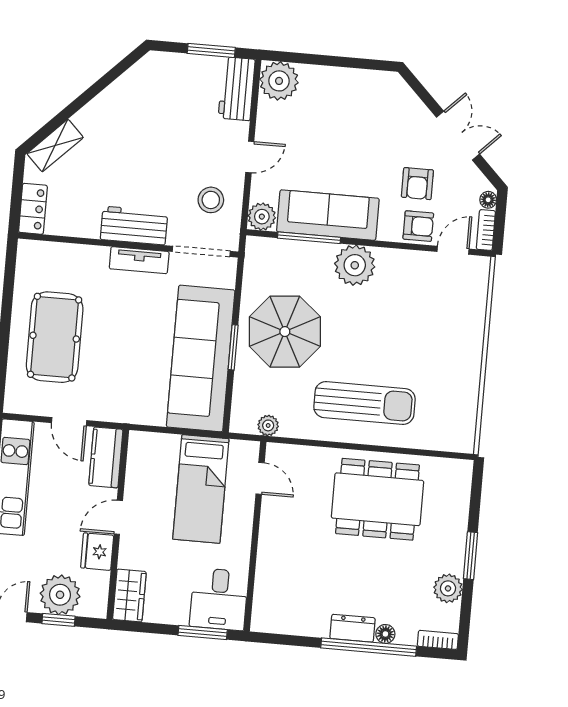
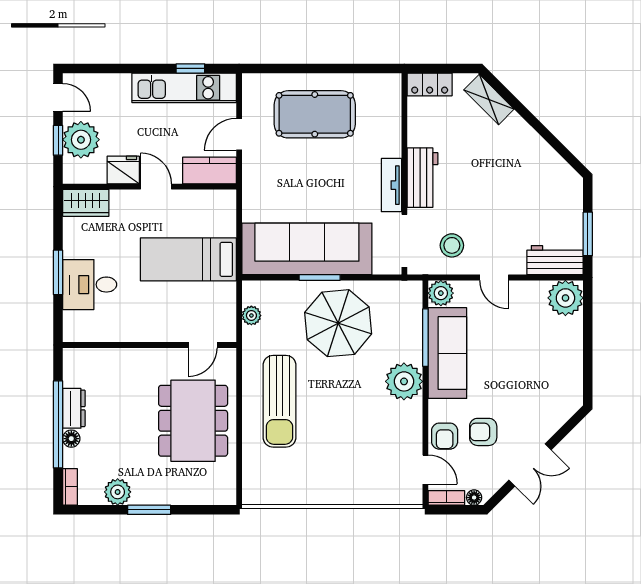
door: (260, 478) -> (203, 345), moved
wall: (255, 536) -> (149, 345), moved

